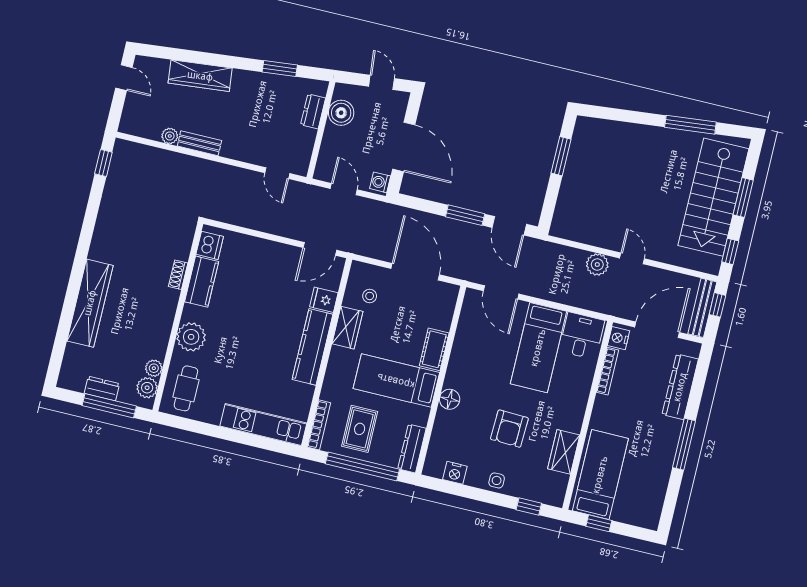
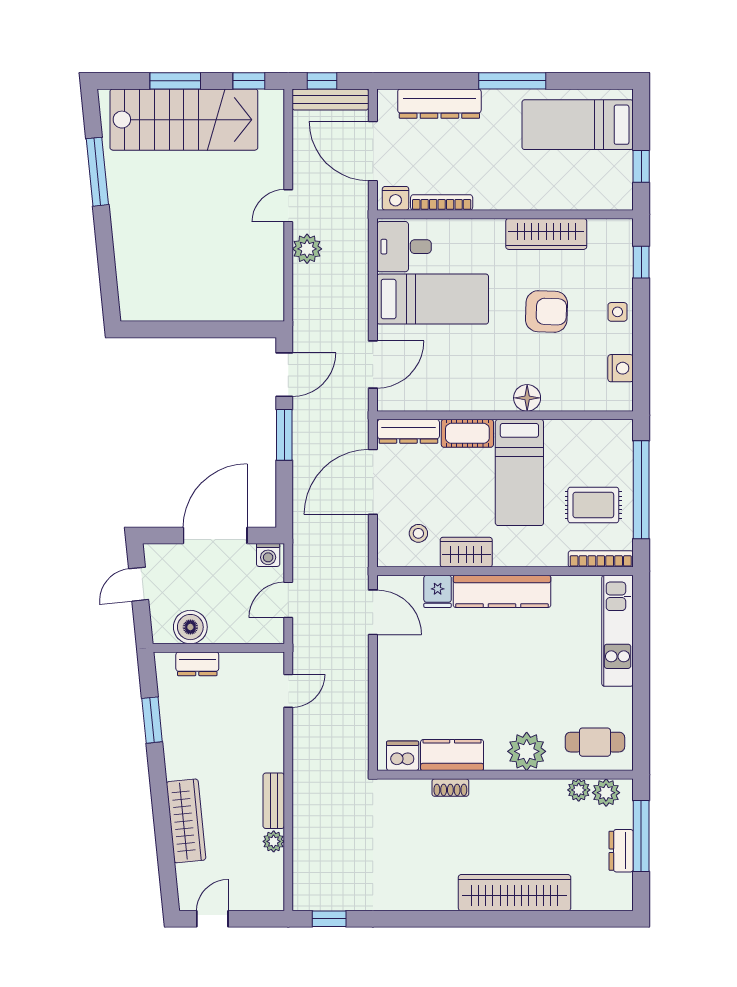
window: (561, 156) -> (178, 329), removed
dresser: (412, 448) -> (408, 431), moved
wardrobe: (564, 452) -> (546, 234), width x1.50
bed: (600, 475) -> (578, 125), moved

